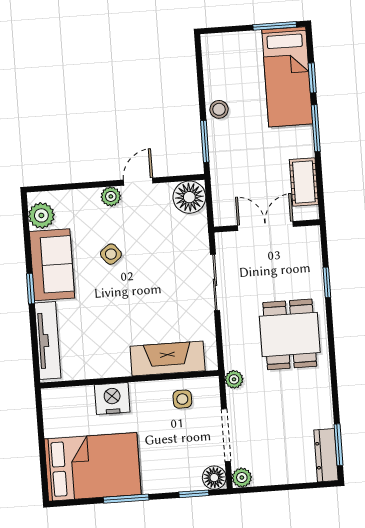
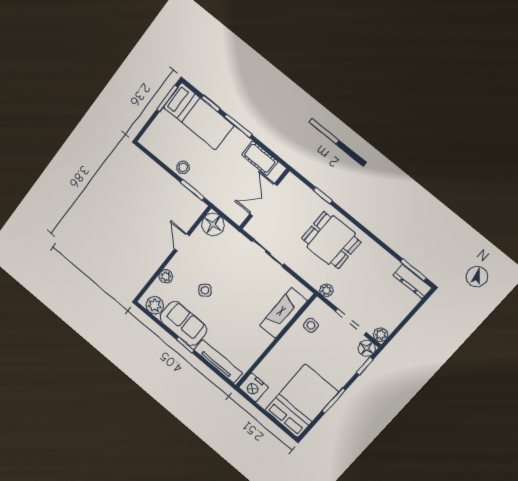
plant: (111, 196) -> (166, 276), moved
nightstand: (112, 398) -> (254, 388), moved, turned -90

